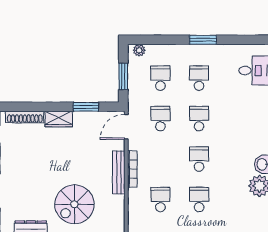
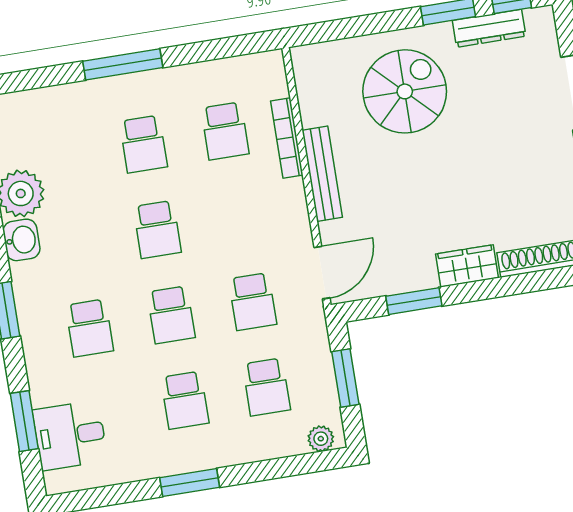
school desk: (238, 119) -> (90, 328), added
bookcase: (132, 169) -> (287, 138), moved

